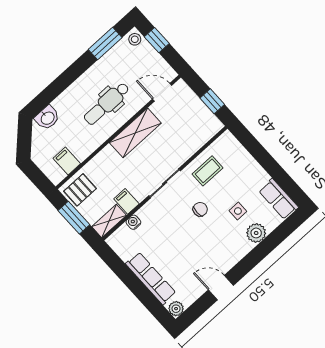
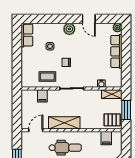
door: (162, 92) -> (36, 130), swing flipped
window: (212, 101) -> (17, 106), removed
filing cabinet: (126, 201) -> (42, 96), moved
plant: (256, 233) -> (69, 29), moved

